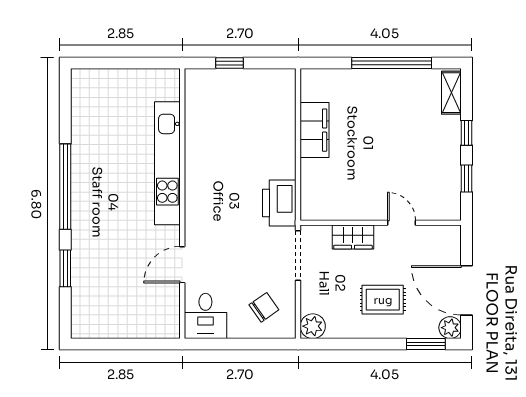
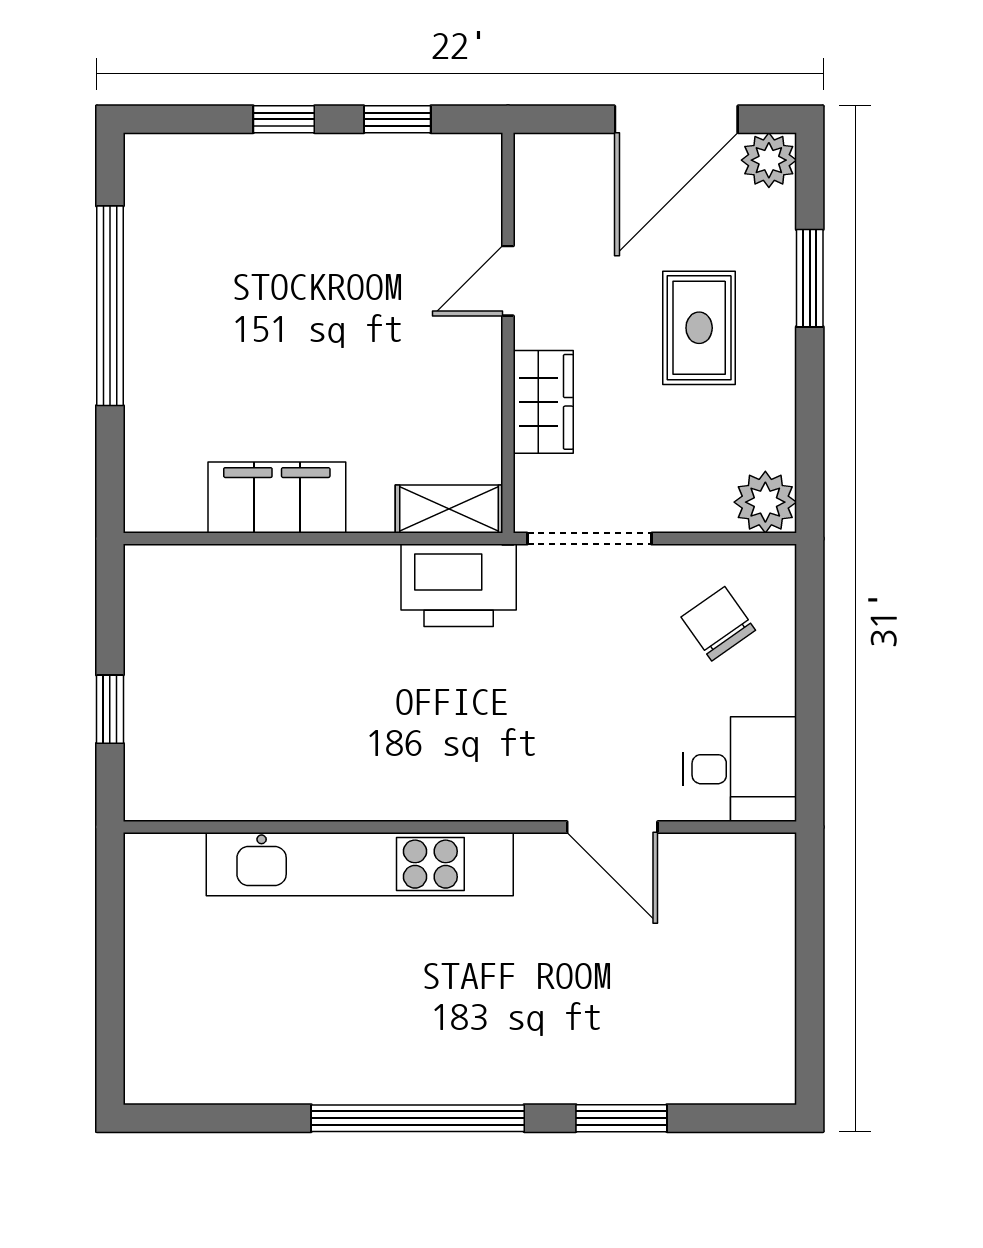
shelving: (451, 93) -> (449, 509), moved
window: (426, 344) -> (810, 278), moved

